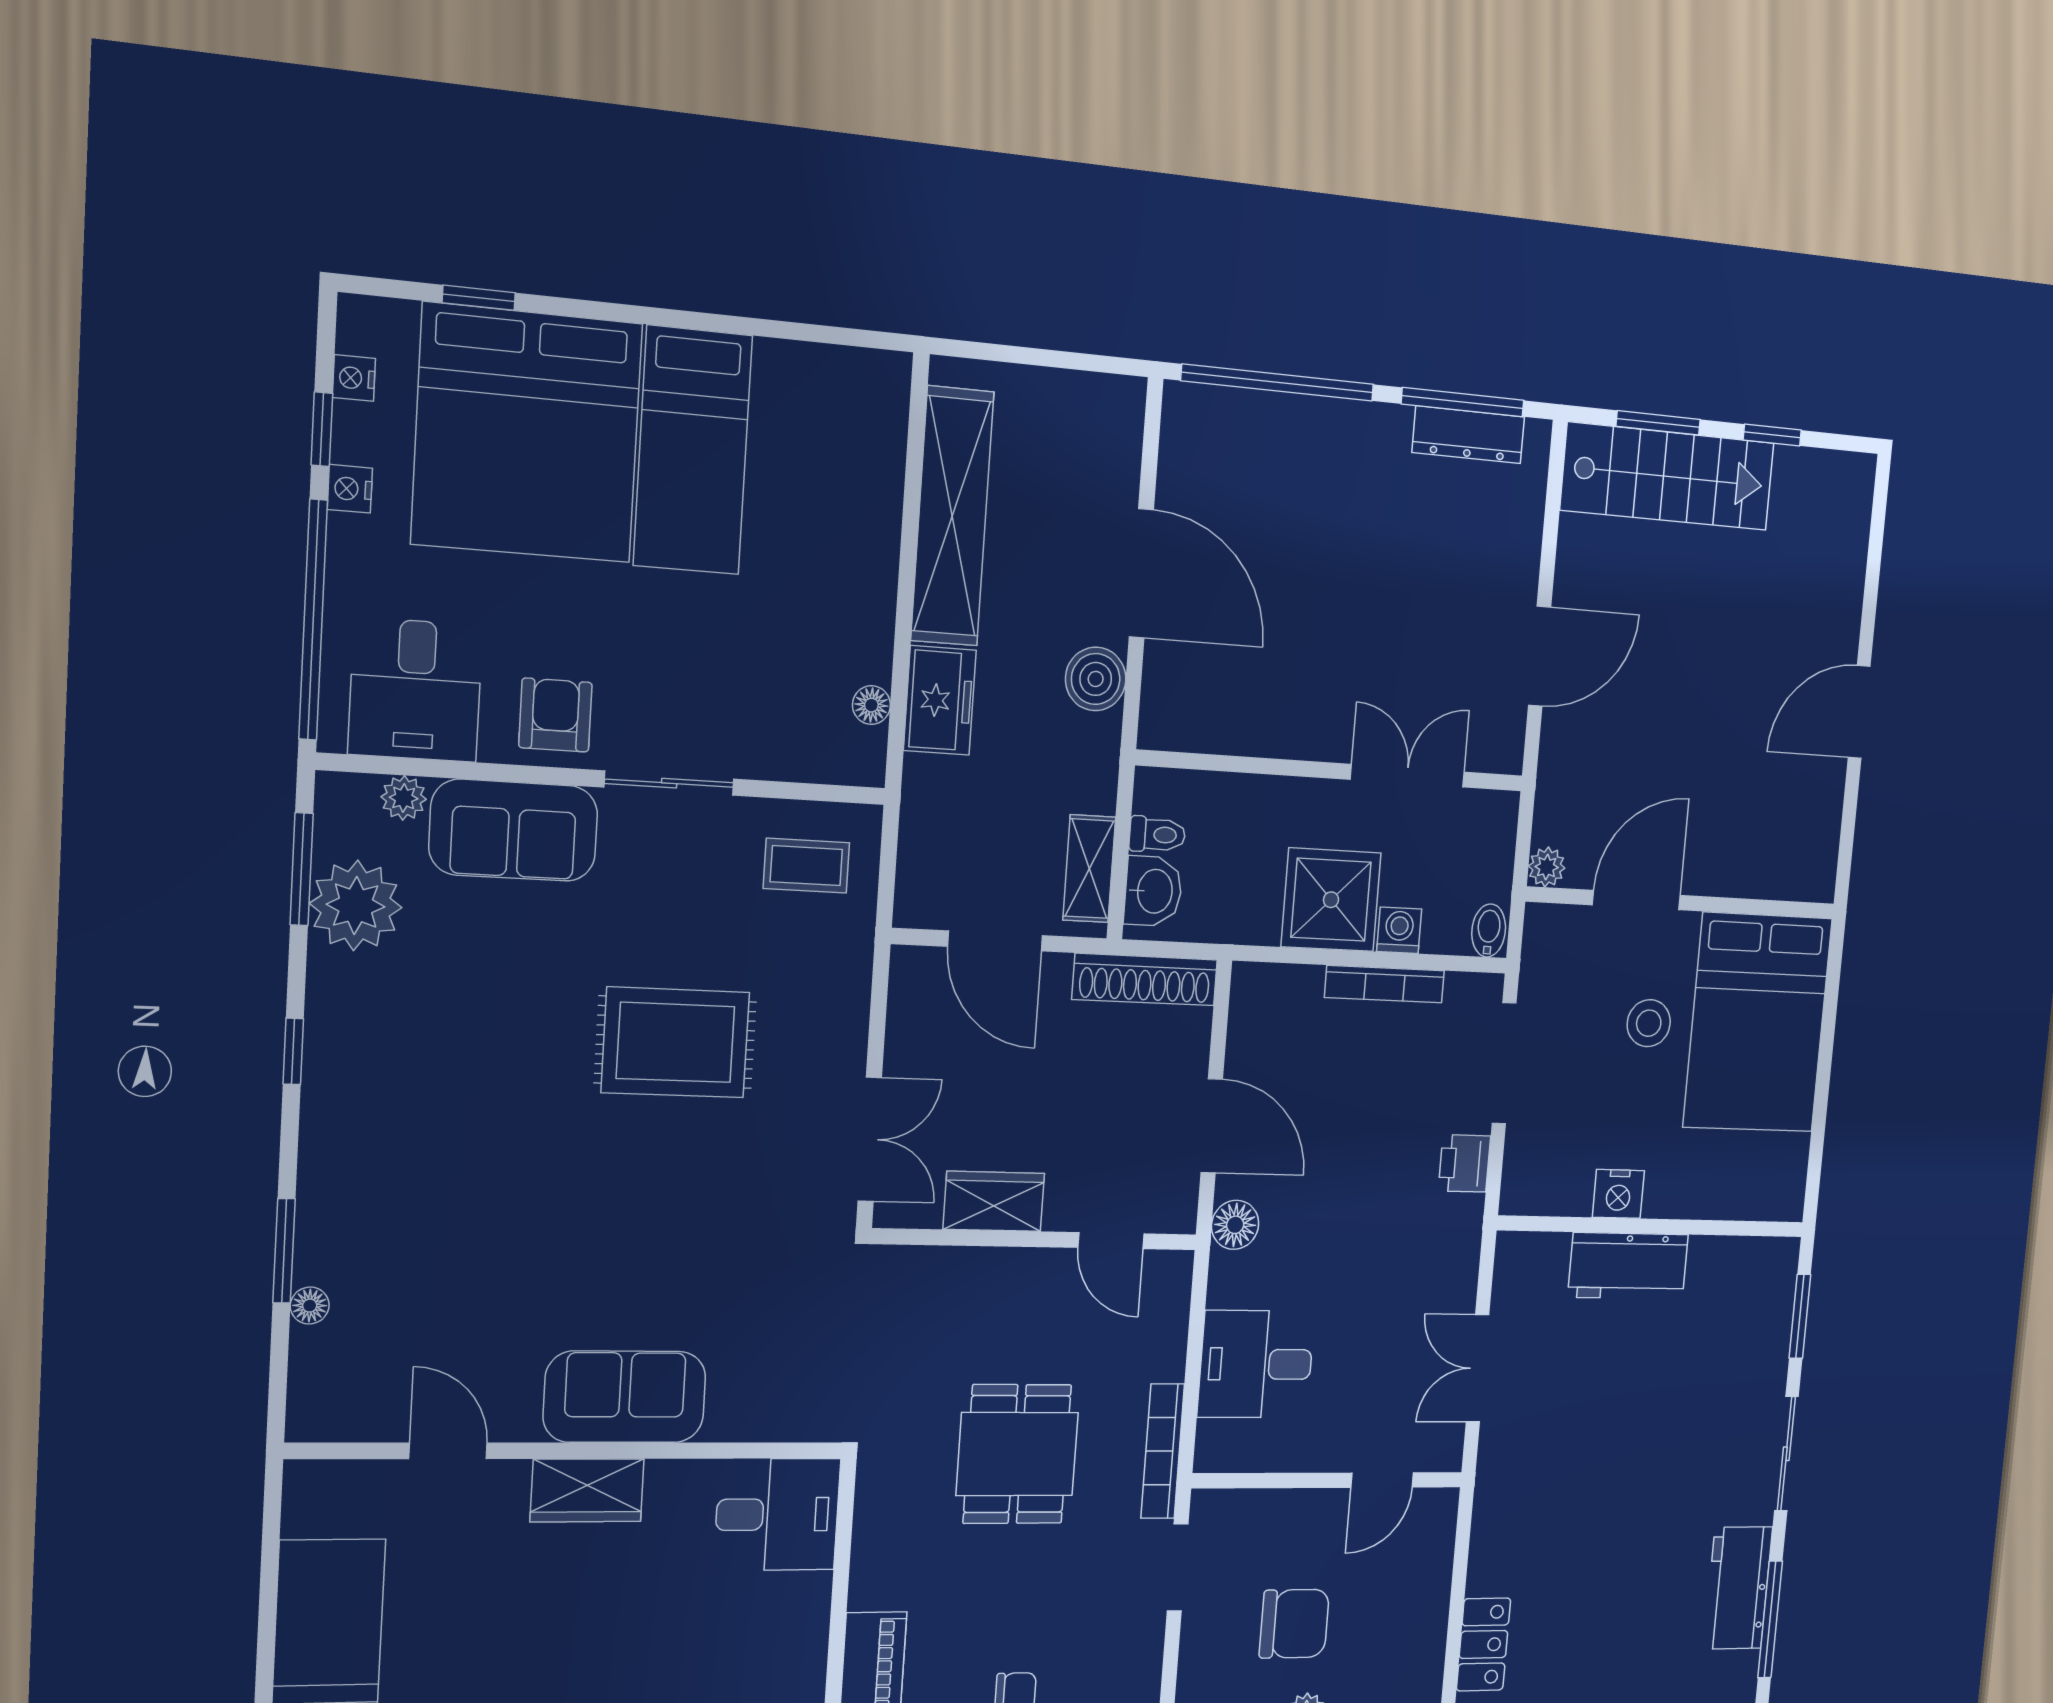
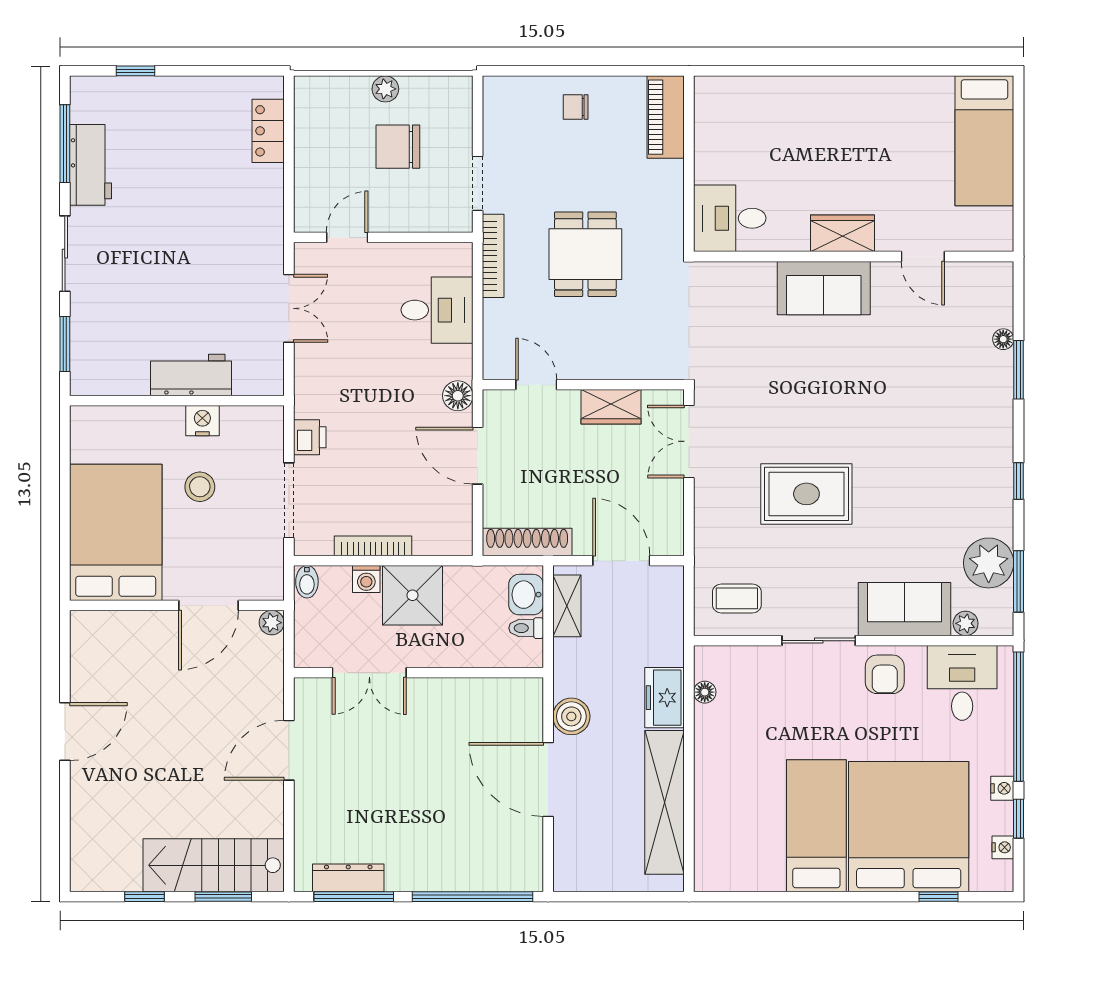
stool: (1649, 1023) -> (200, 487), moved

